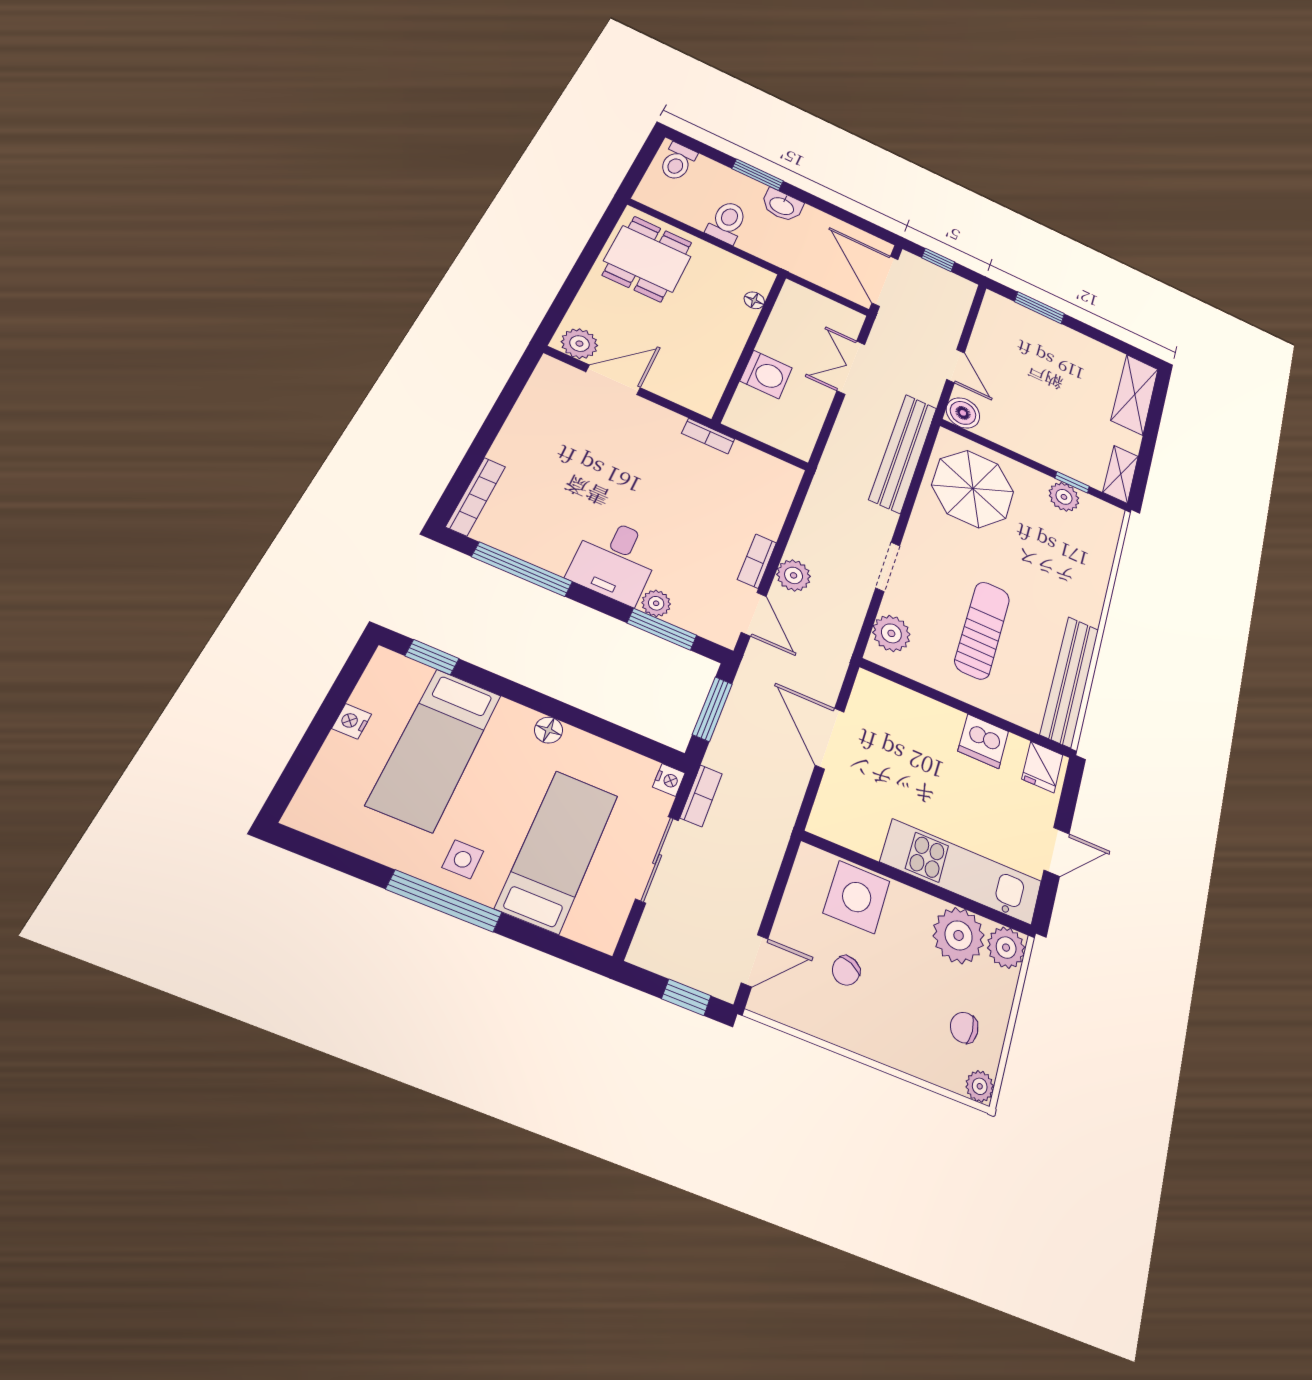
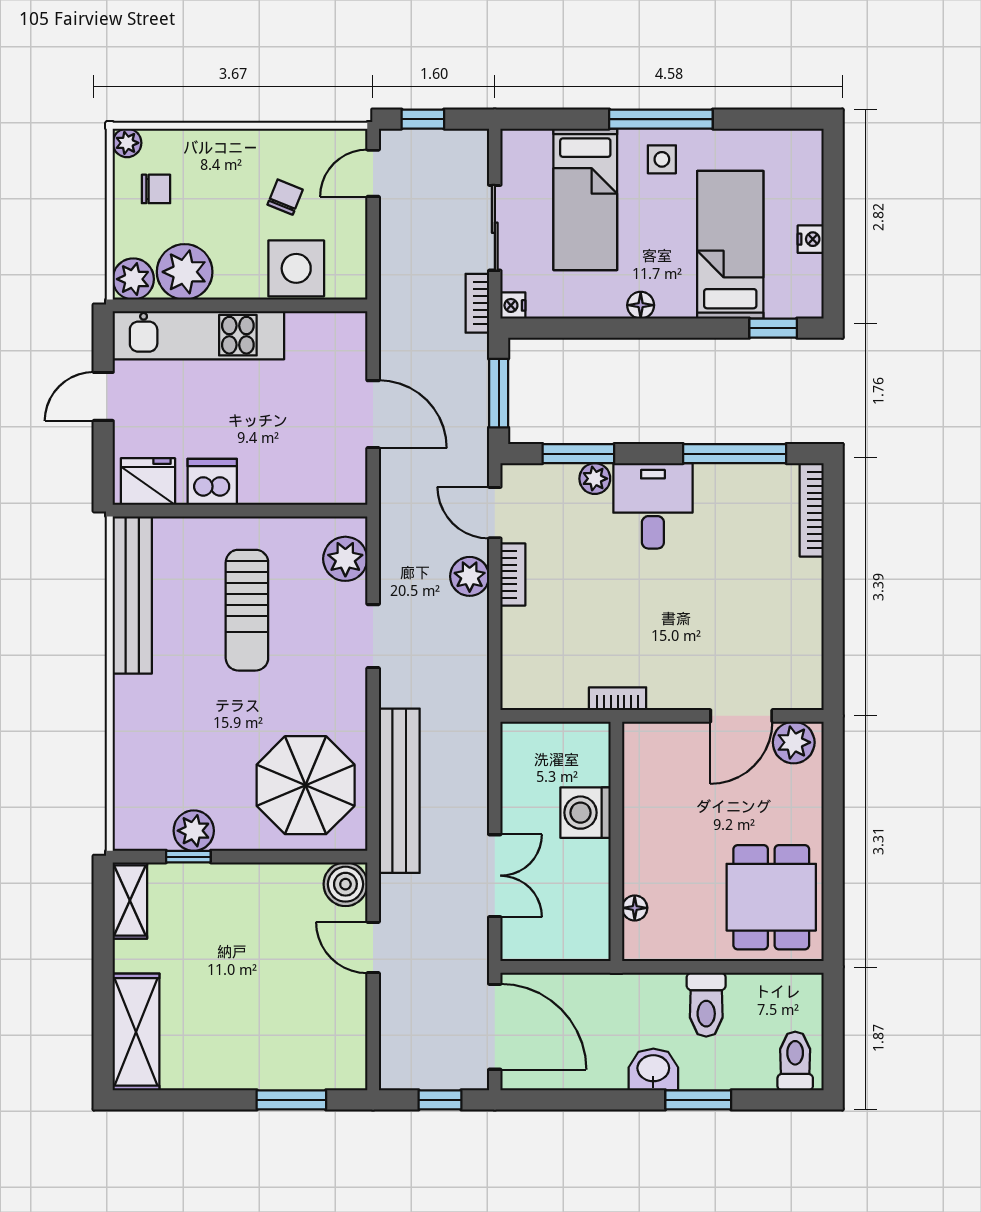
fridge: (1042, 767) -> (148, 482), width x1.38

